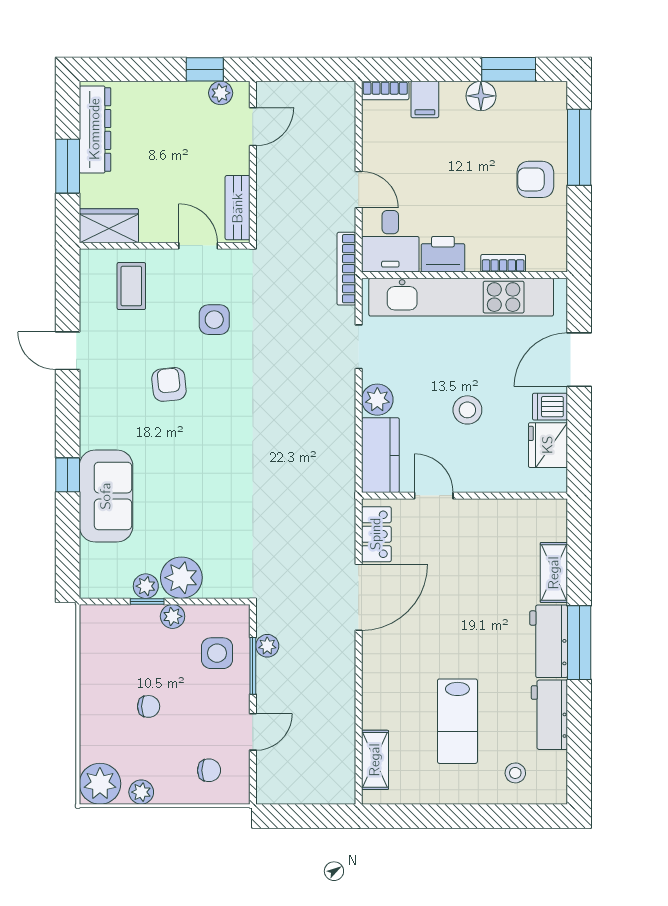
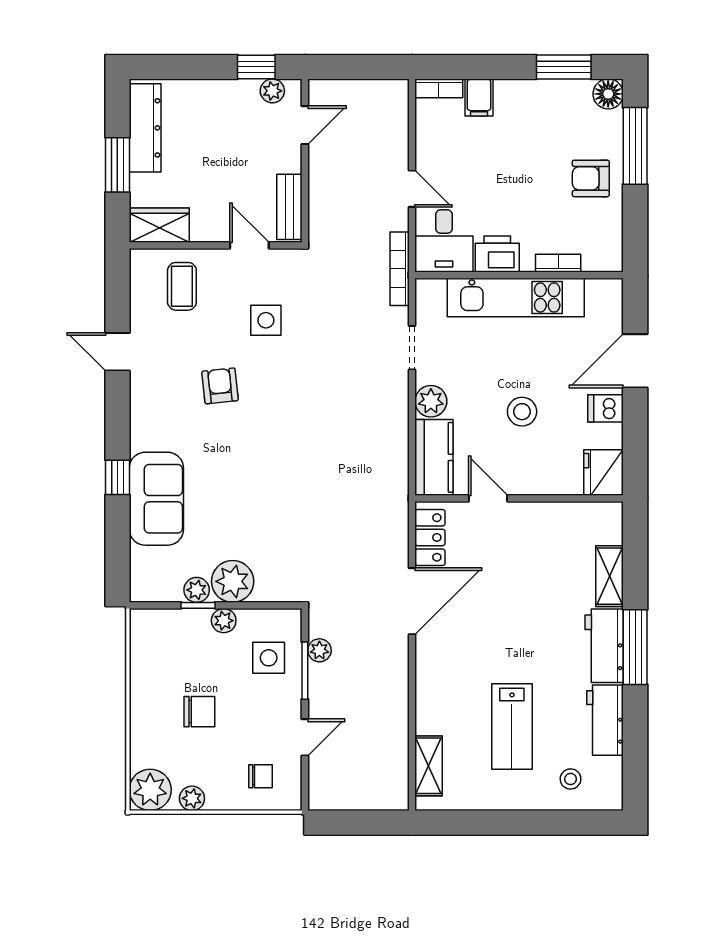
floor lamp: (481, 96) -> (608, 94), moved
kitchen unit: (461, 297) -> (516, 297), width x0.73
fridge: (548, 445) -> (604, 473), moved
chair: (149, 706) -> (199, 712), width x1.37, depth x1.37

